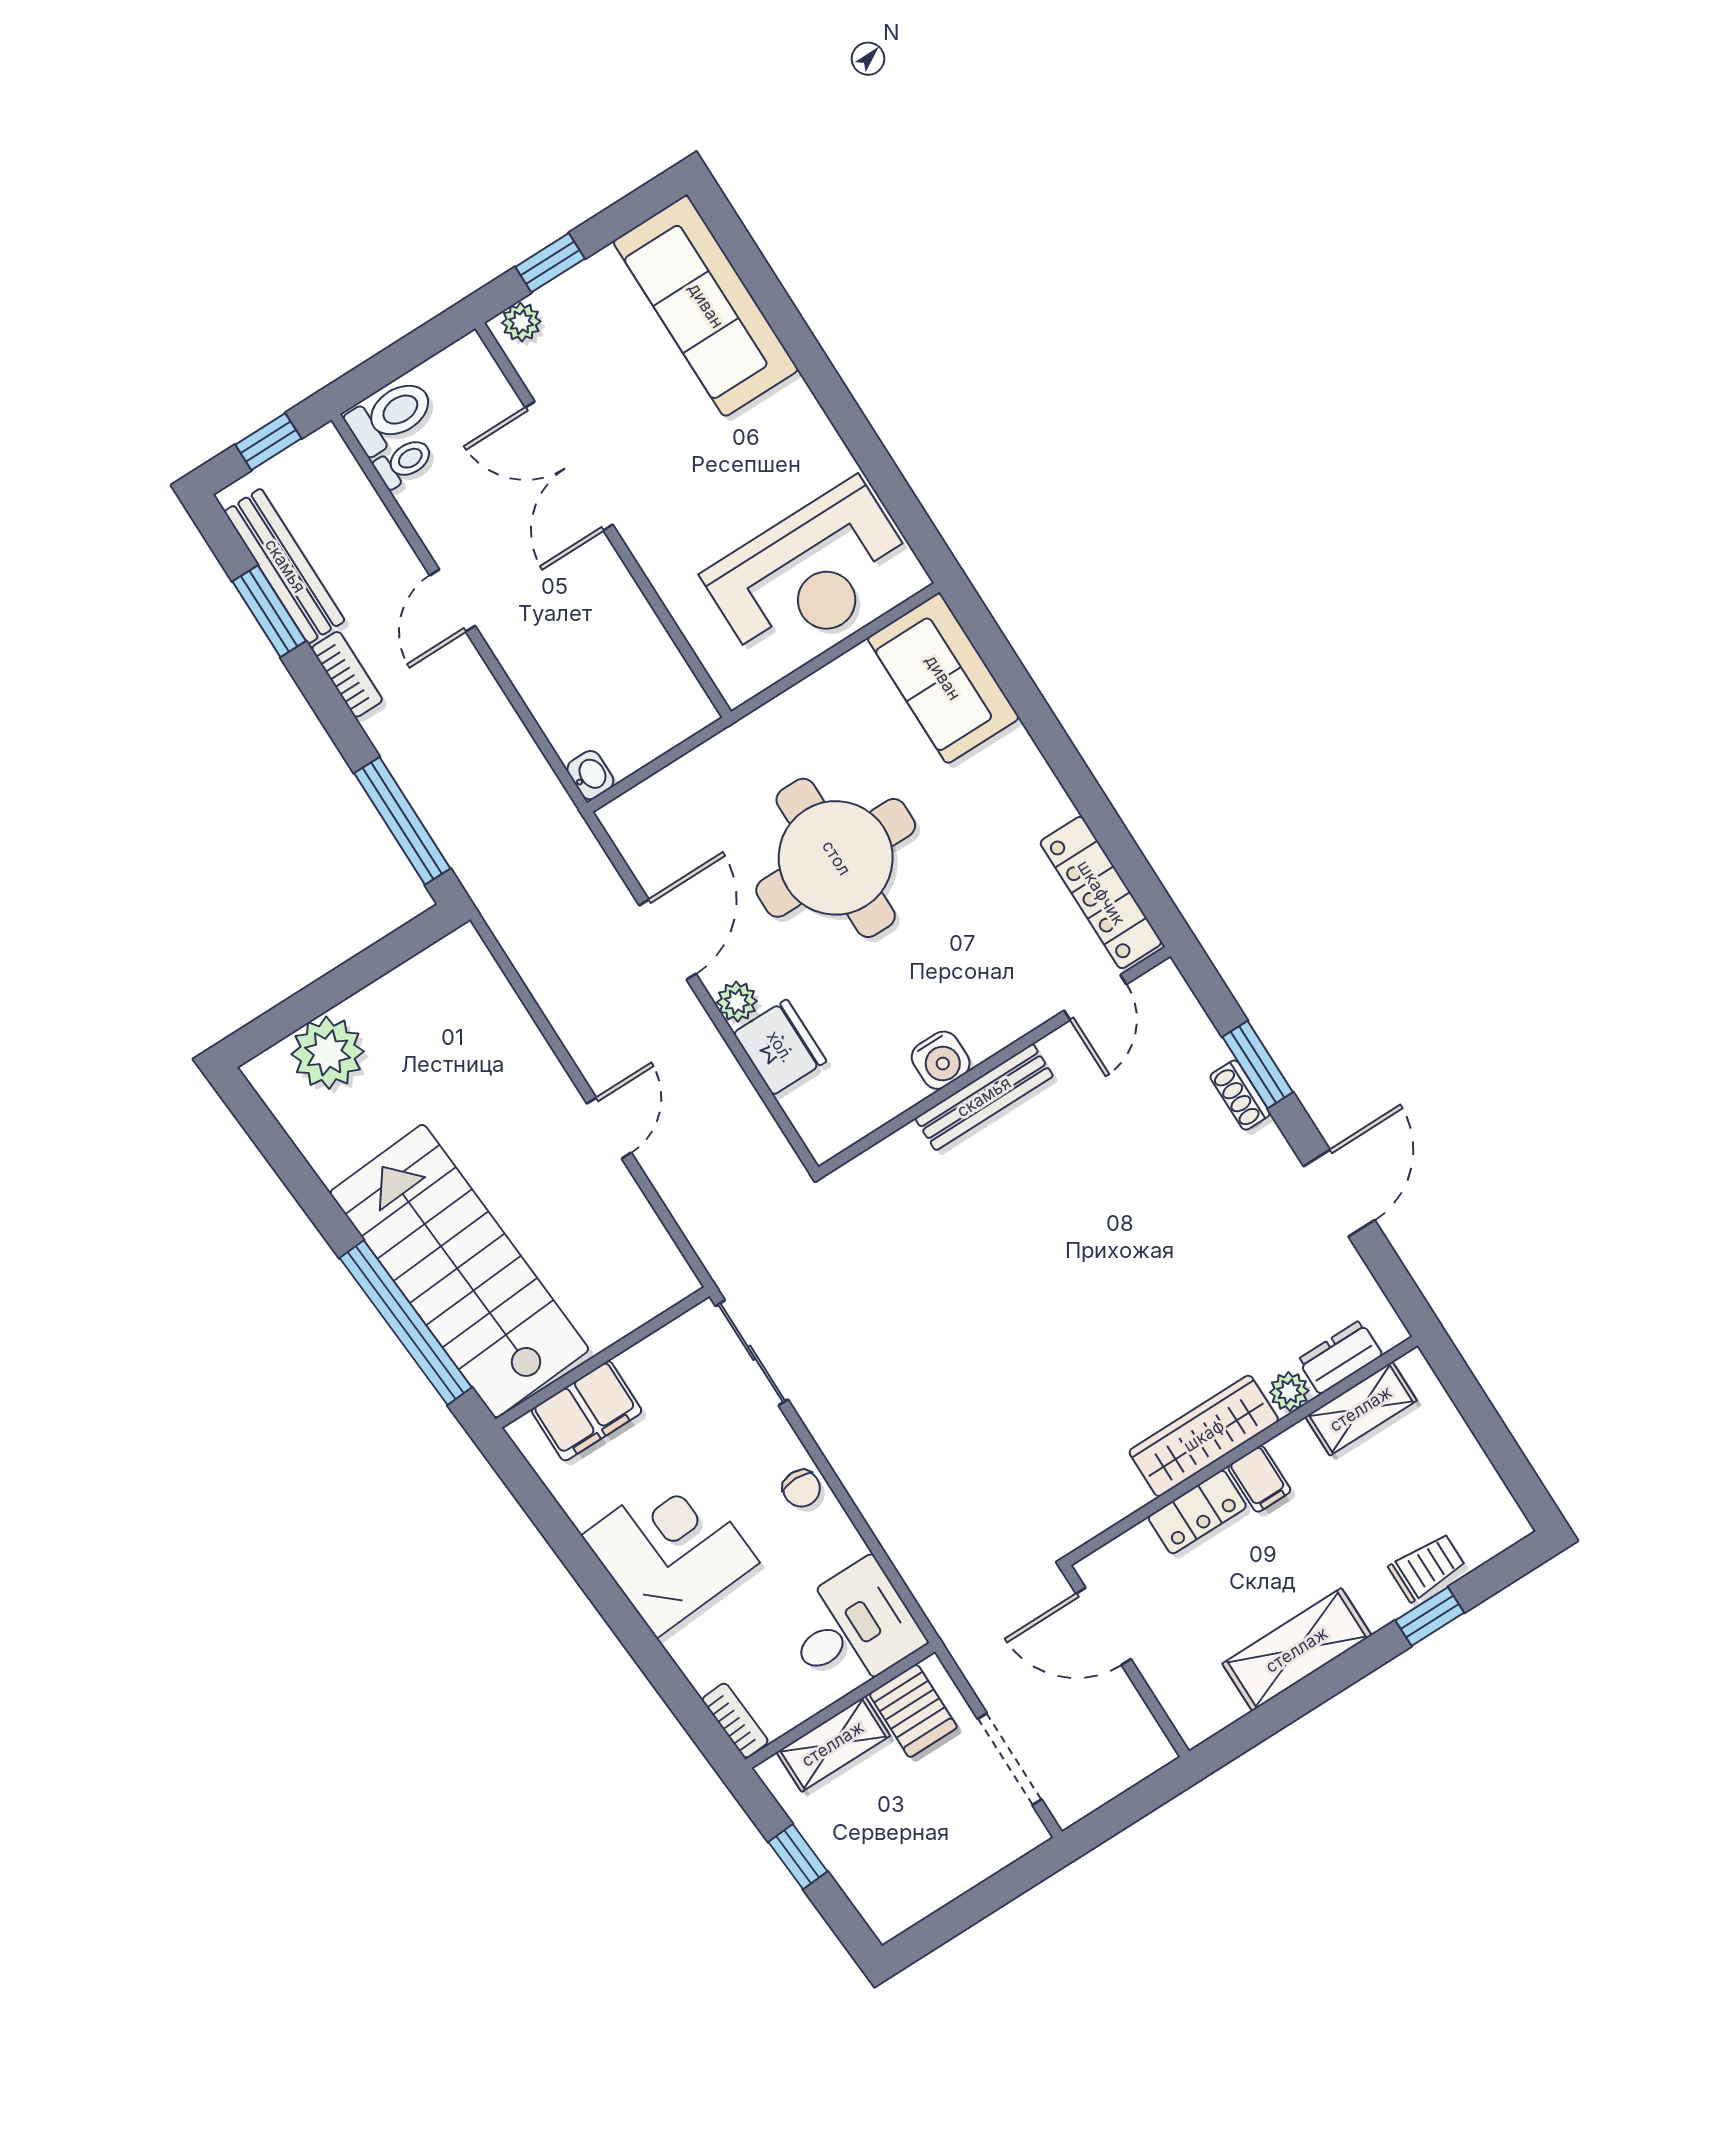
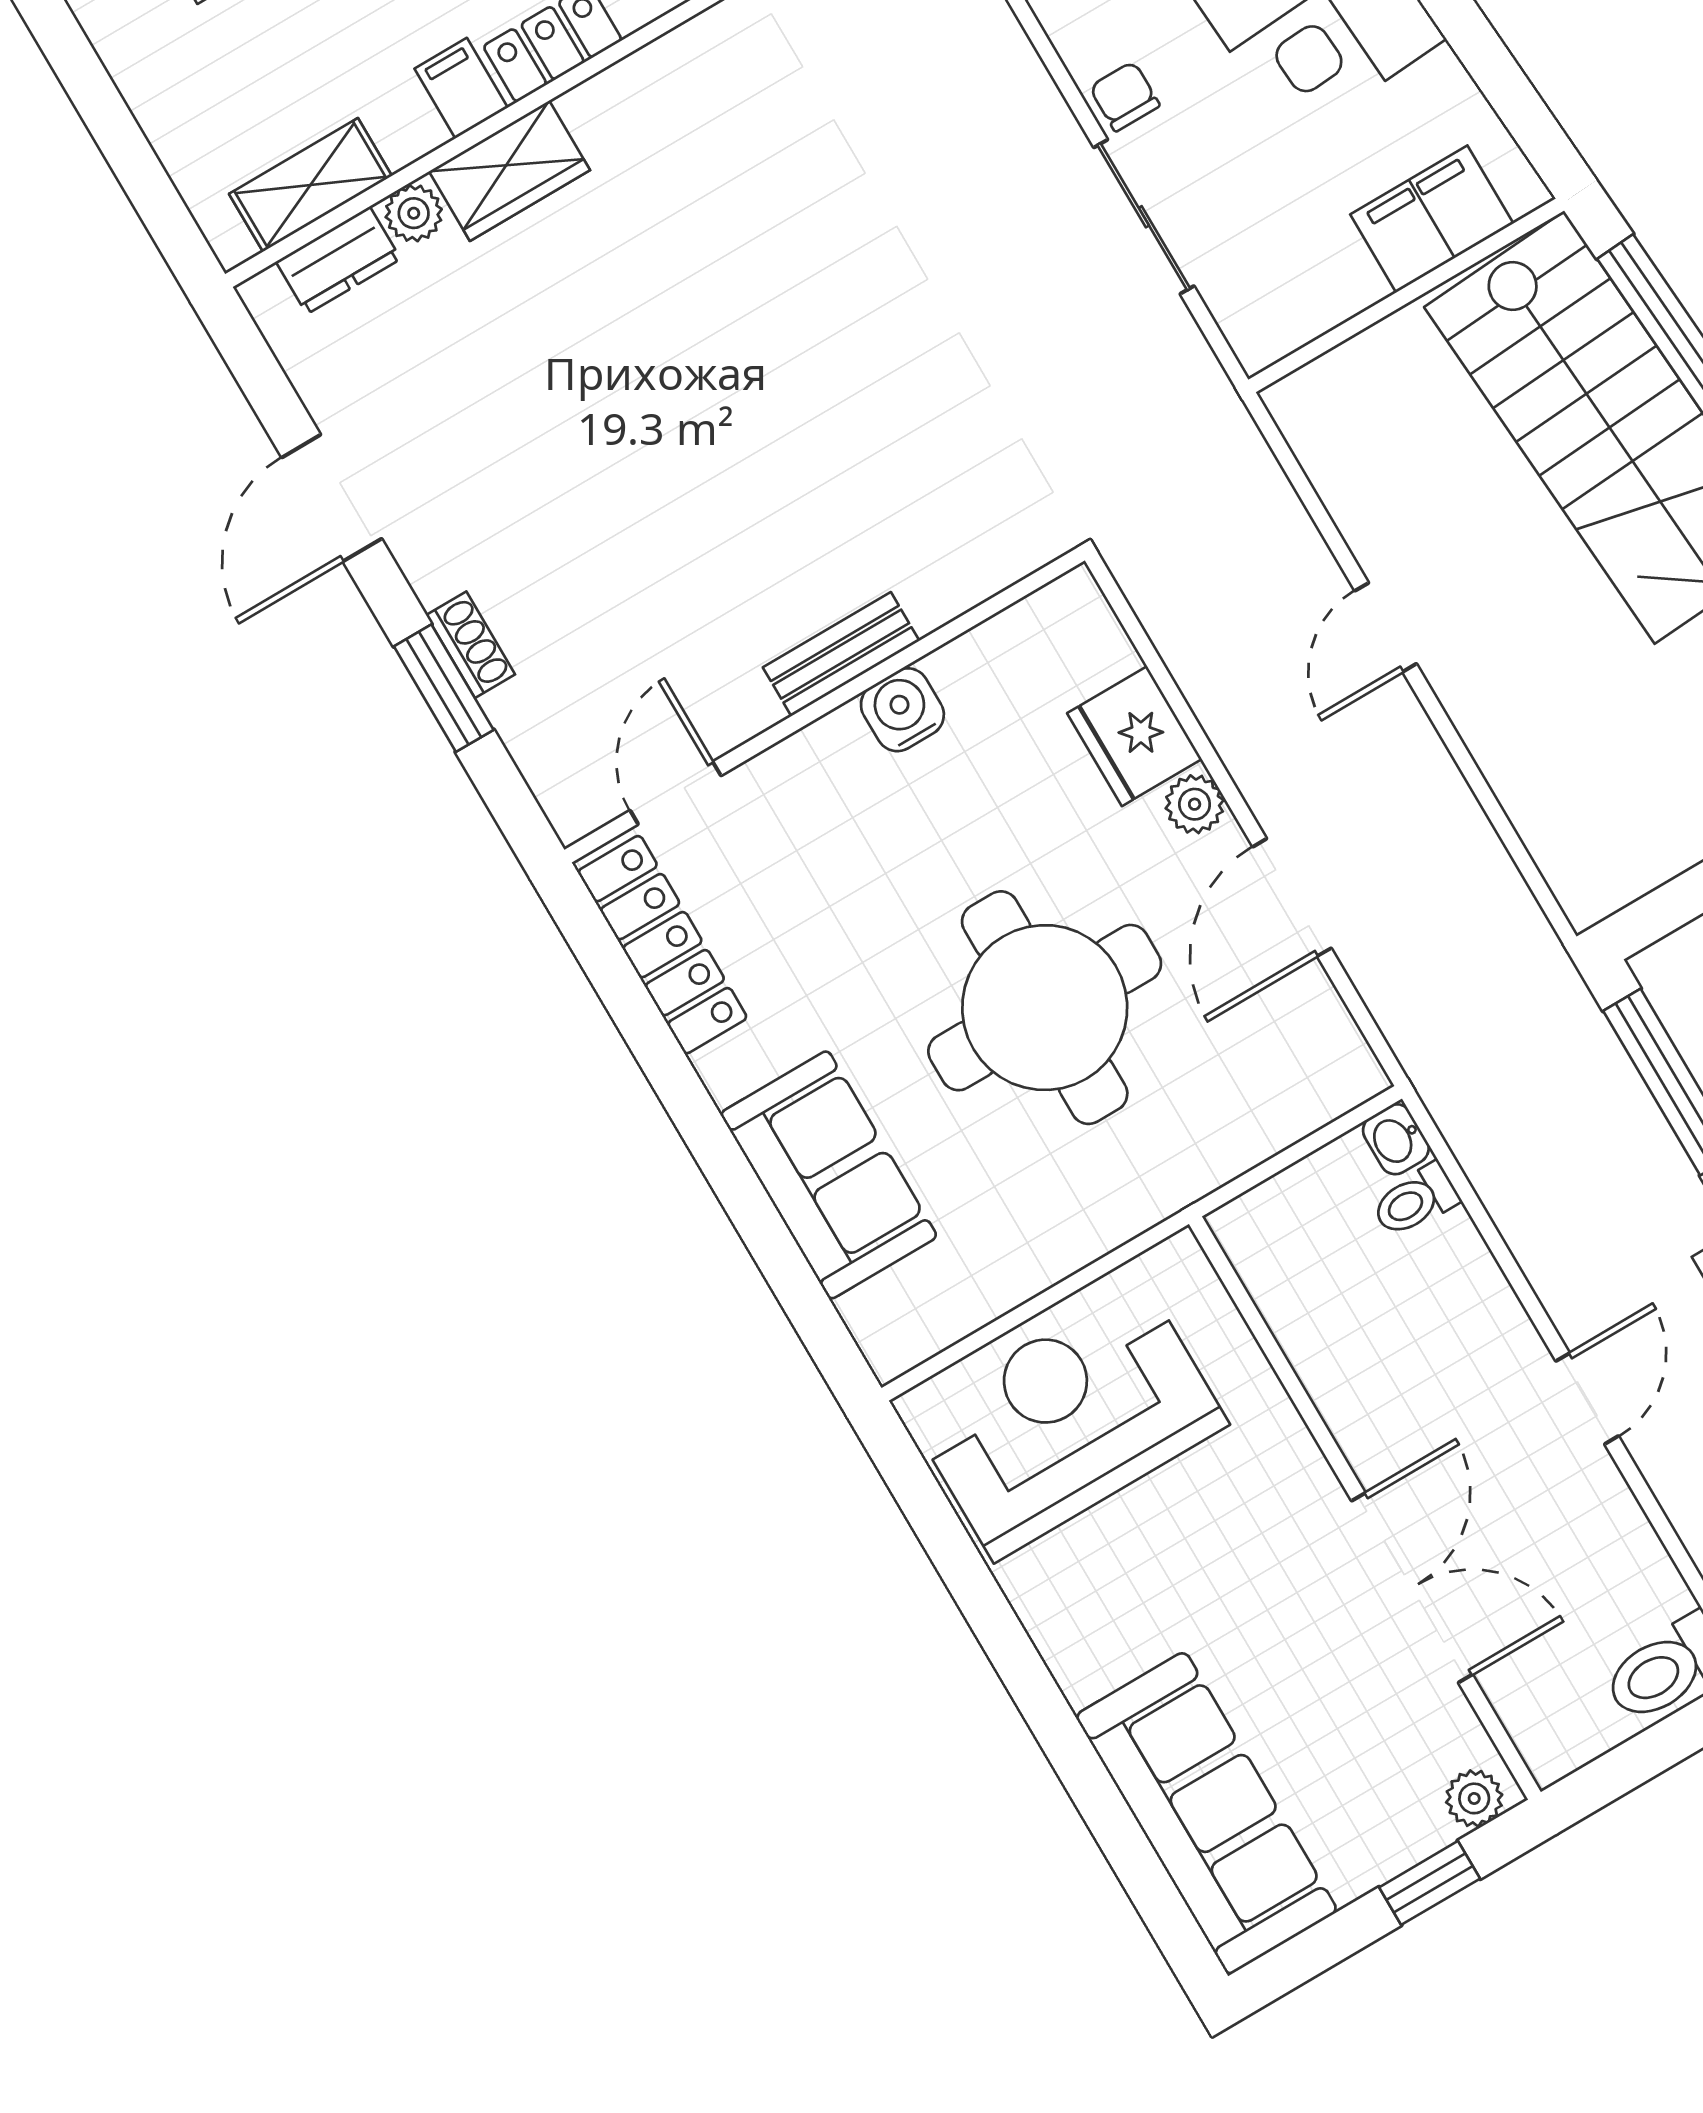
toilet: (404, 462) -> (1415, 1201), moved
sofa: (943, 678) -> (829, 1175), moved
bench: (984, 1097) -> (841, 654), width x0.73
sliding door: (752, 1353) -> (1144, 217), moved
wardrobe: (1204, 1436) -> (509, 171), width x0.67

